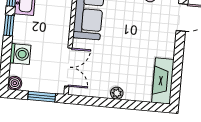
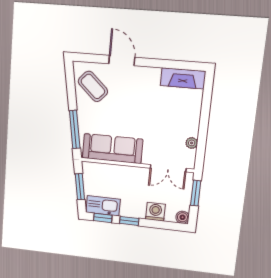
double door: (68, 67) -> (168, 168), swing flipped
plant: (117, 93) -> (192, 143), moved

